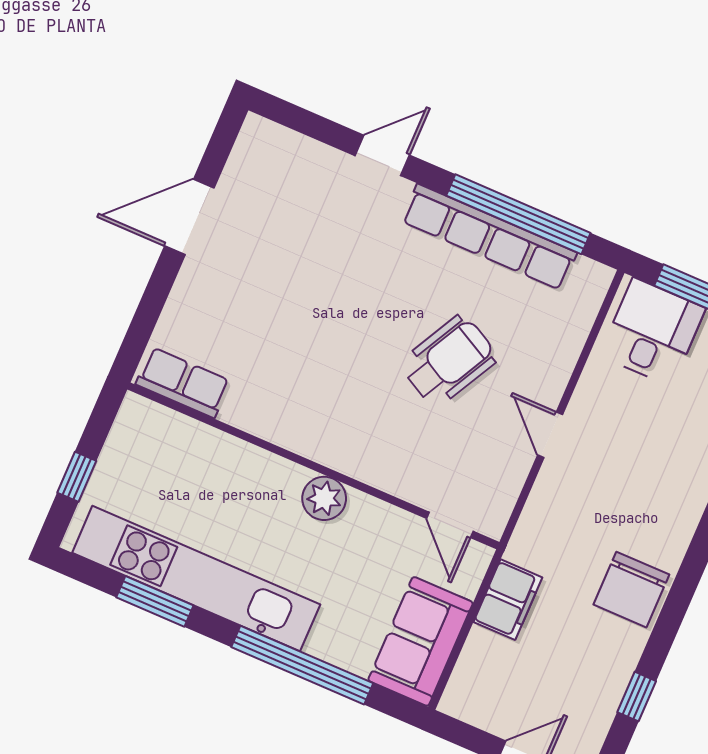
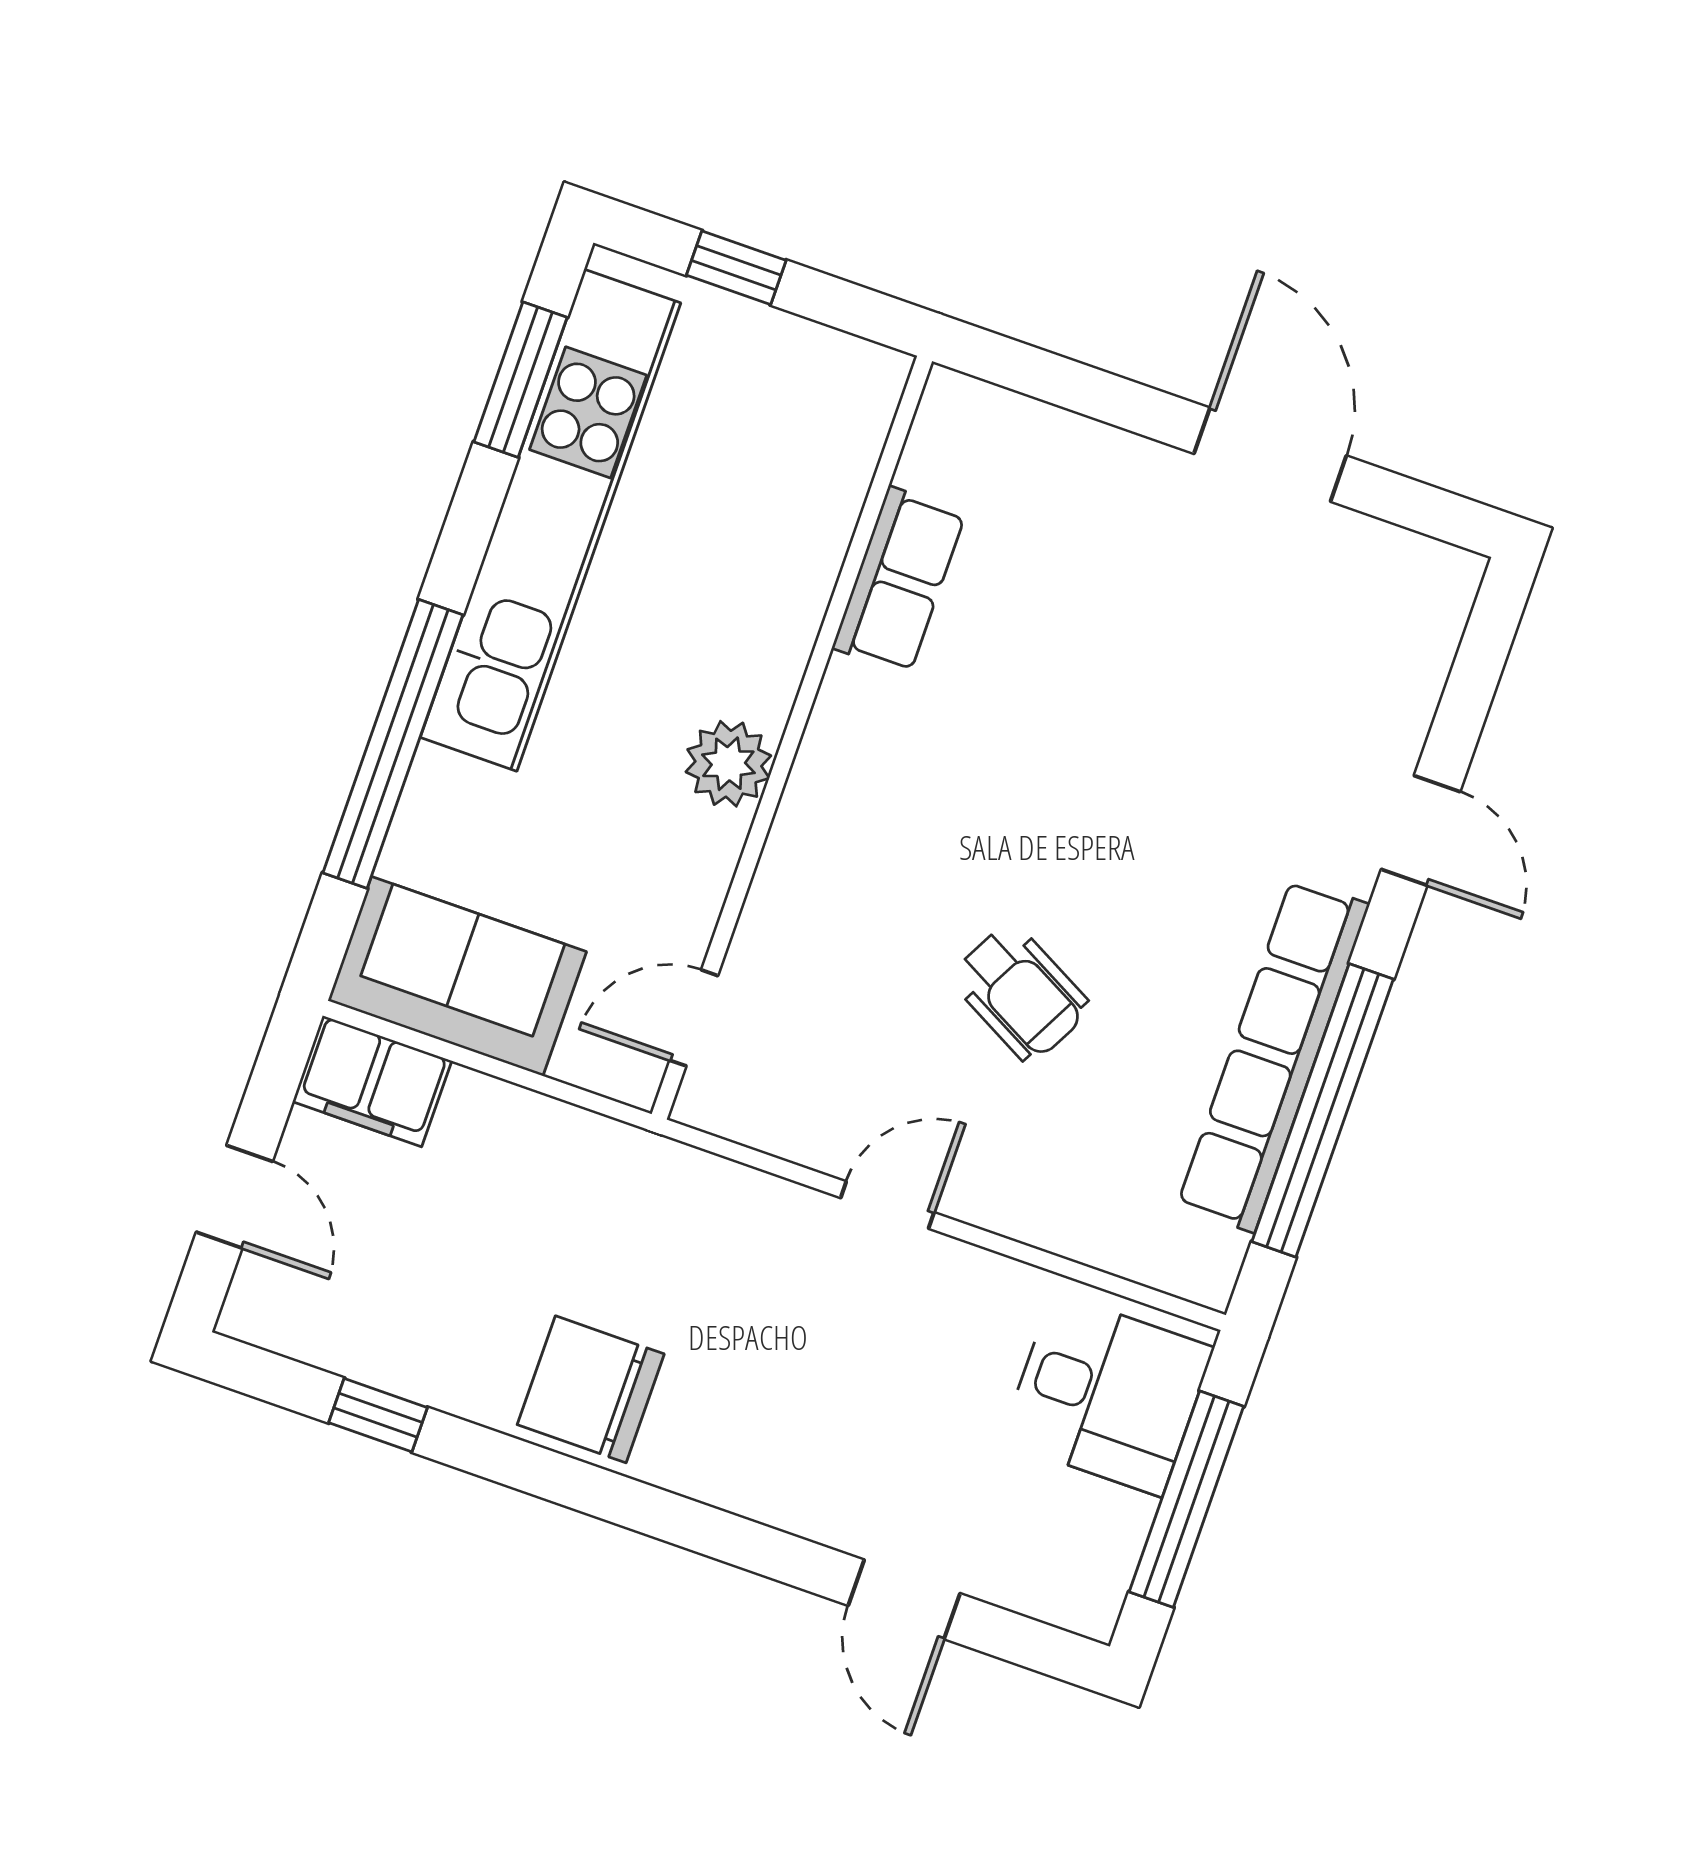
wheelchair: (449, 361) -> (1020, 993), width x0.73, depth x0.73
row of seats: (183, 383) -> (899, 580), moved
filing cabinet: (508, 600) -> (372, 1081), moved
window: (155, 601) -> (520, 380), moved

